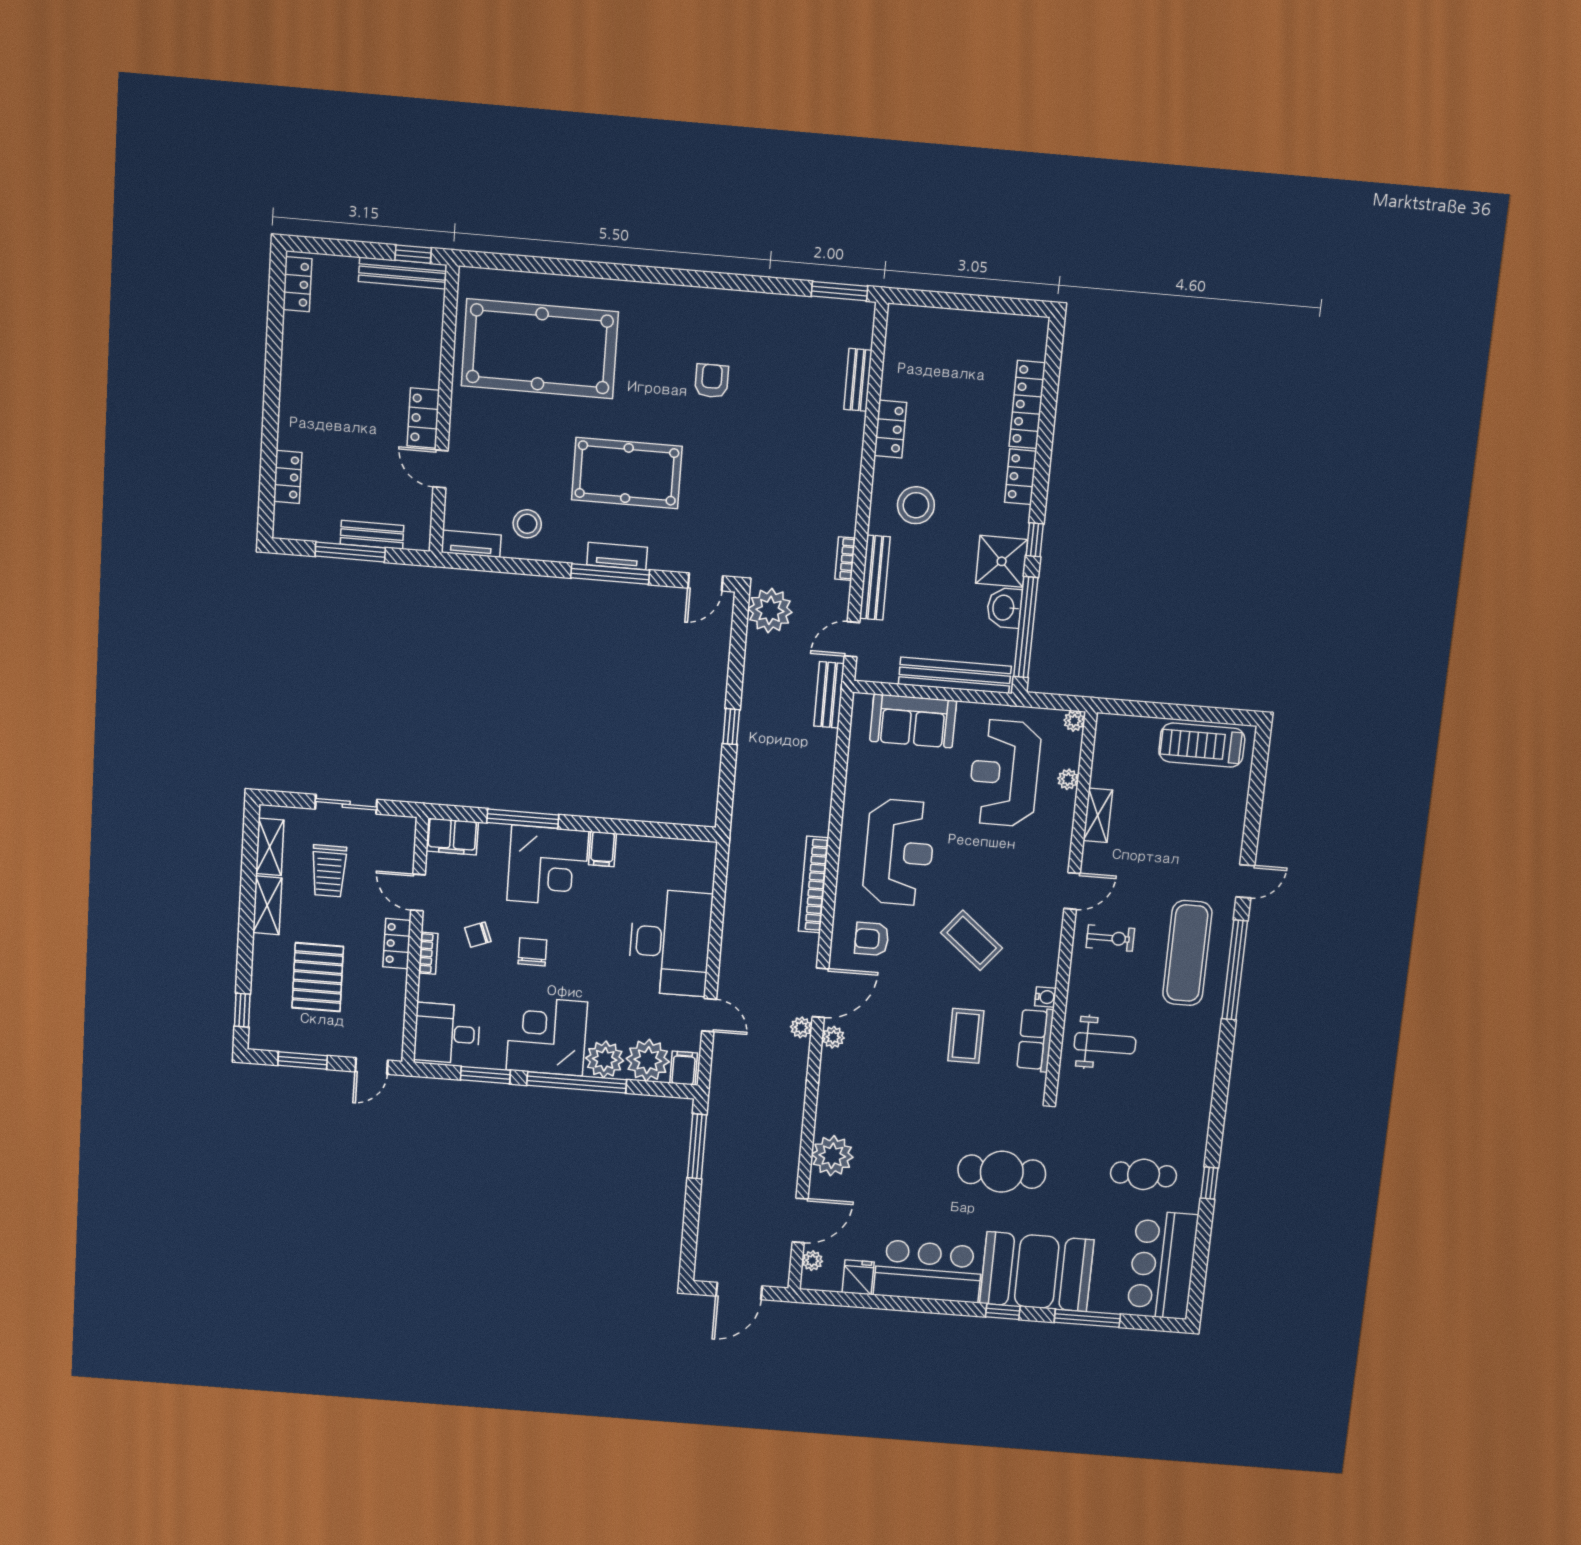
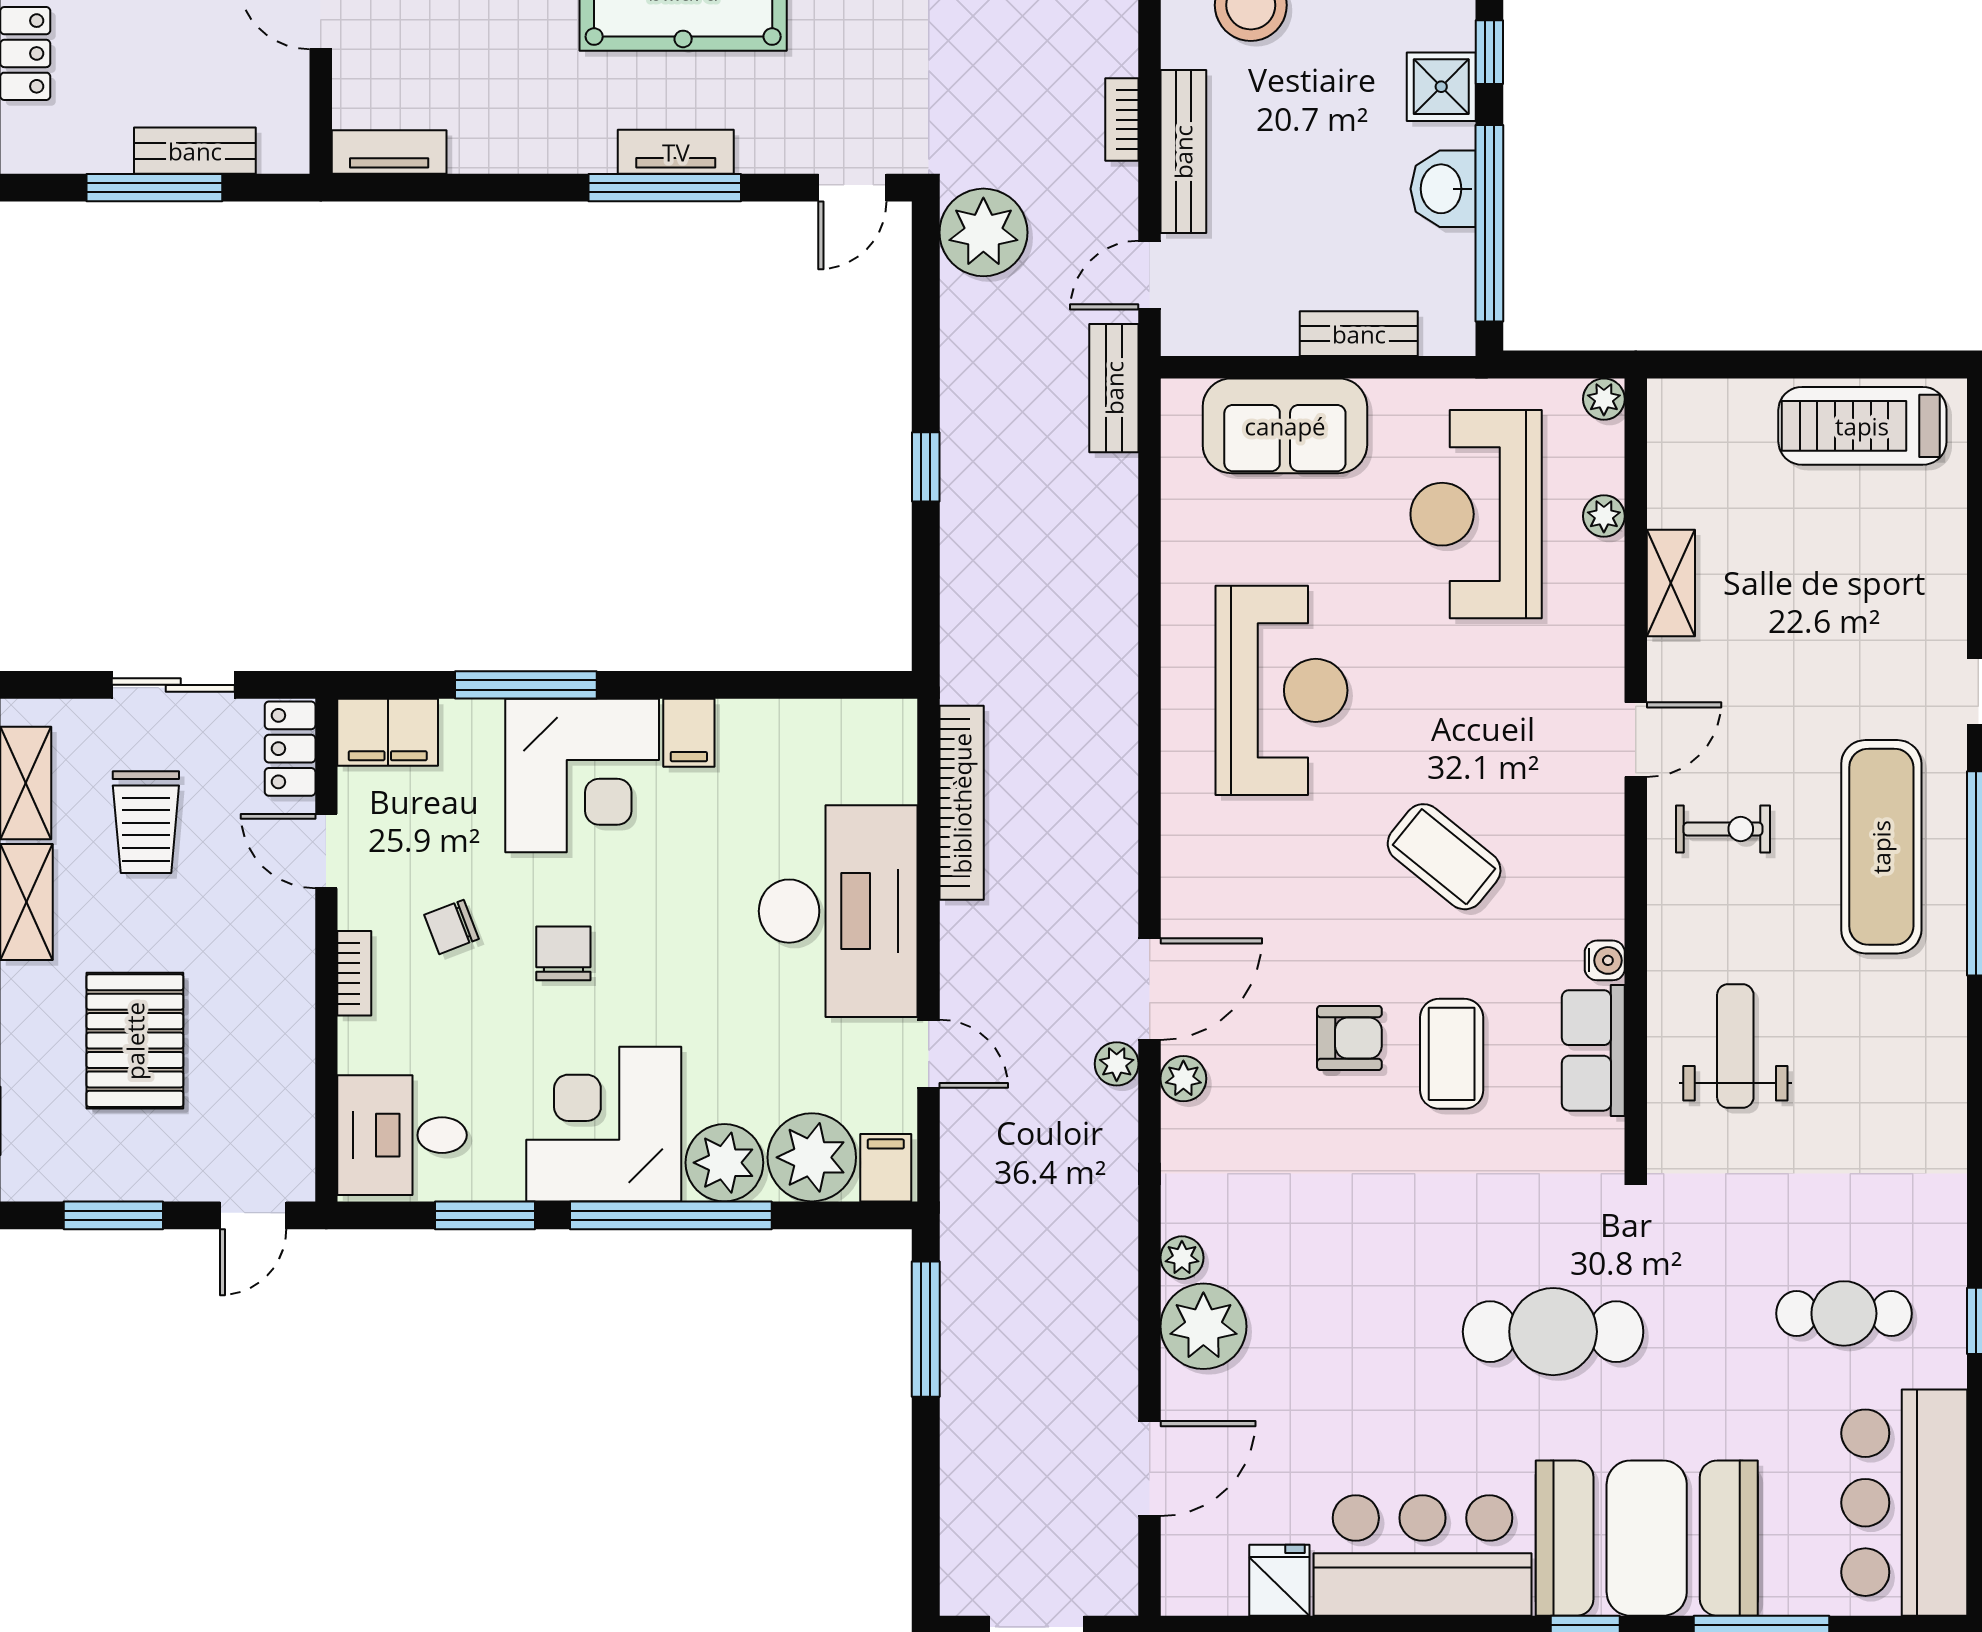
stool: (527, 524) -> (496, 104), removed
shower: (1002, 561) -> (1441, 87), width x0.73, depth x0.73
bench: (955, 675) -> (1359, 334), width x0.54, depth x0.82
bookcase: (814, 885) -> (962, 803), moved, turned 180
armchair: (872, 939) -> (1349, 1038), moved, turned 180
locker: (397, 944) -> (290, 749), moved
weight bench: (1105, 1043) -> (1735, 1046), turned -90
plant: (812, 1261) -> (1182, 1258), moved

